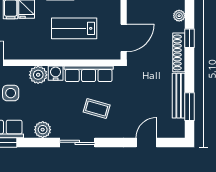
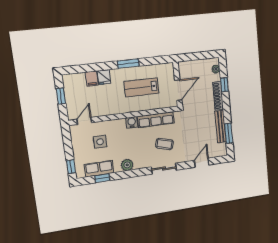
plant: (38, 75) -> (119, 125), removed
sliding door: (77, 142) -> (164, 169), moved

